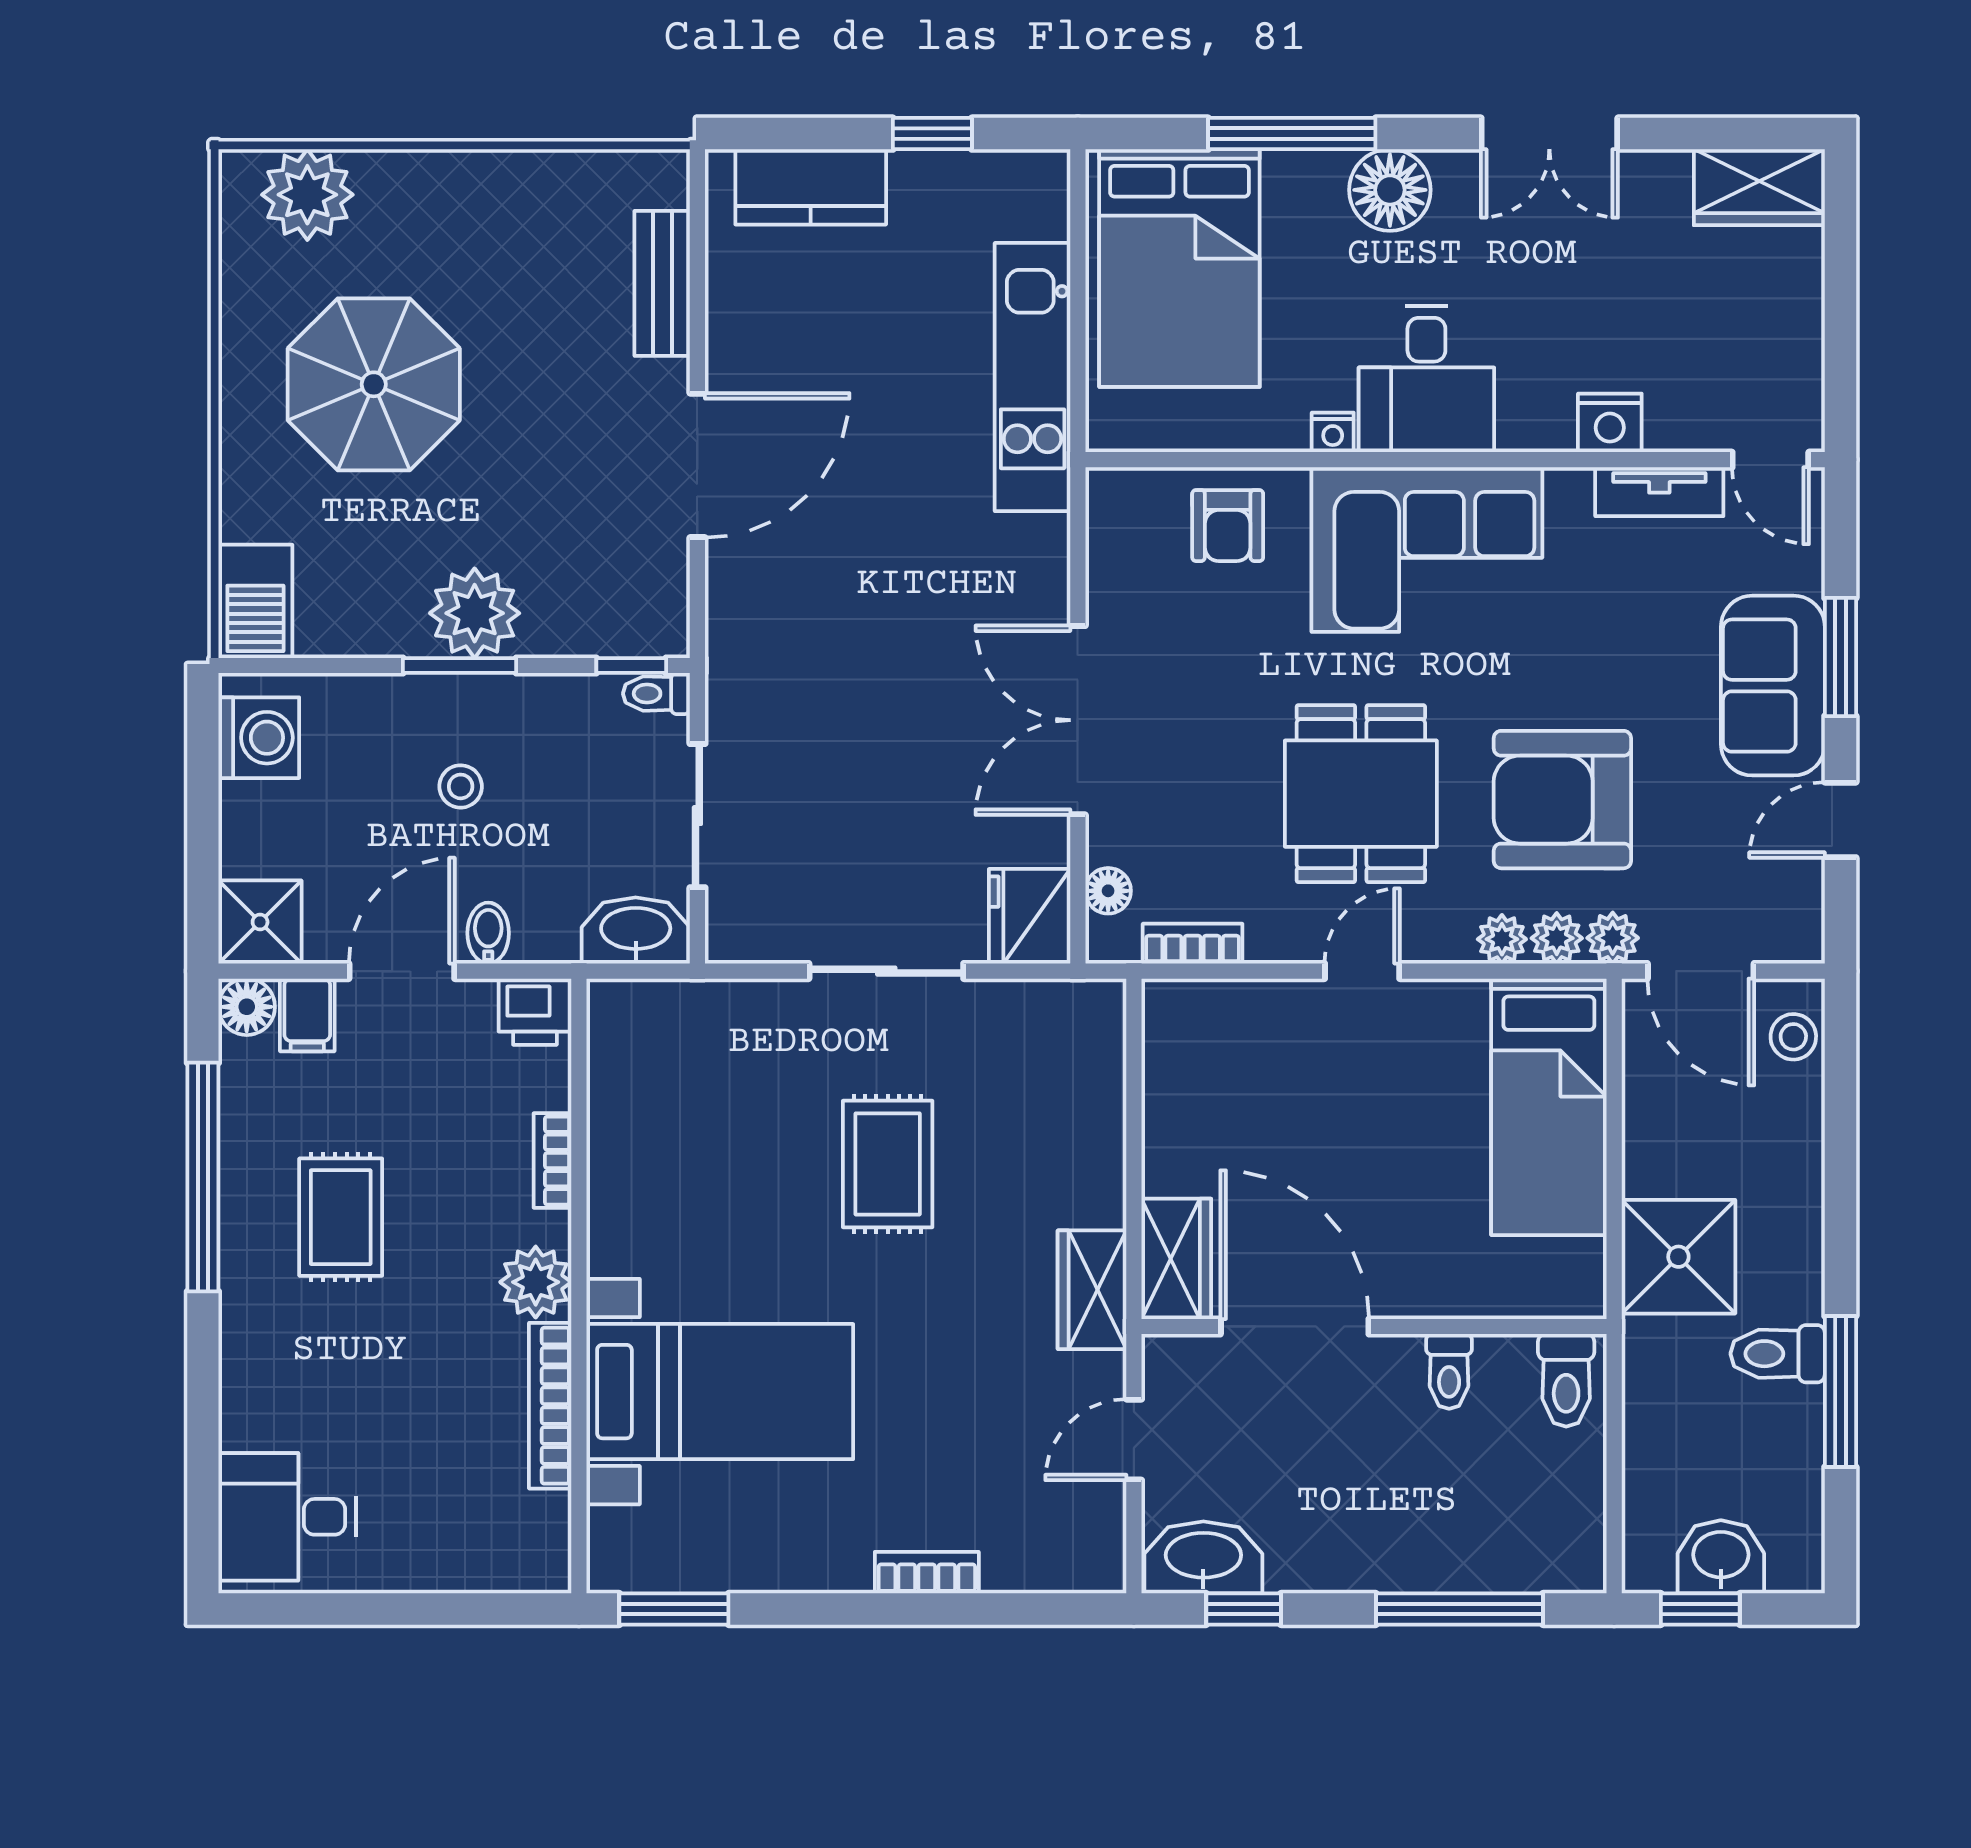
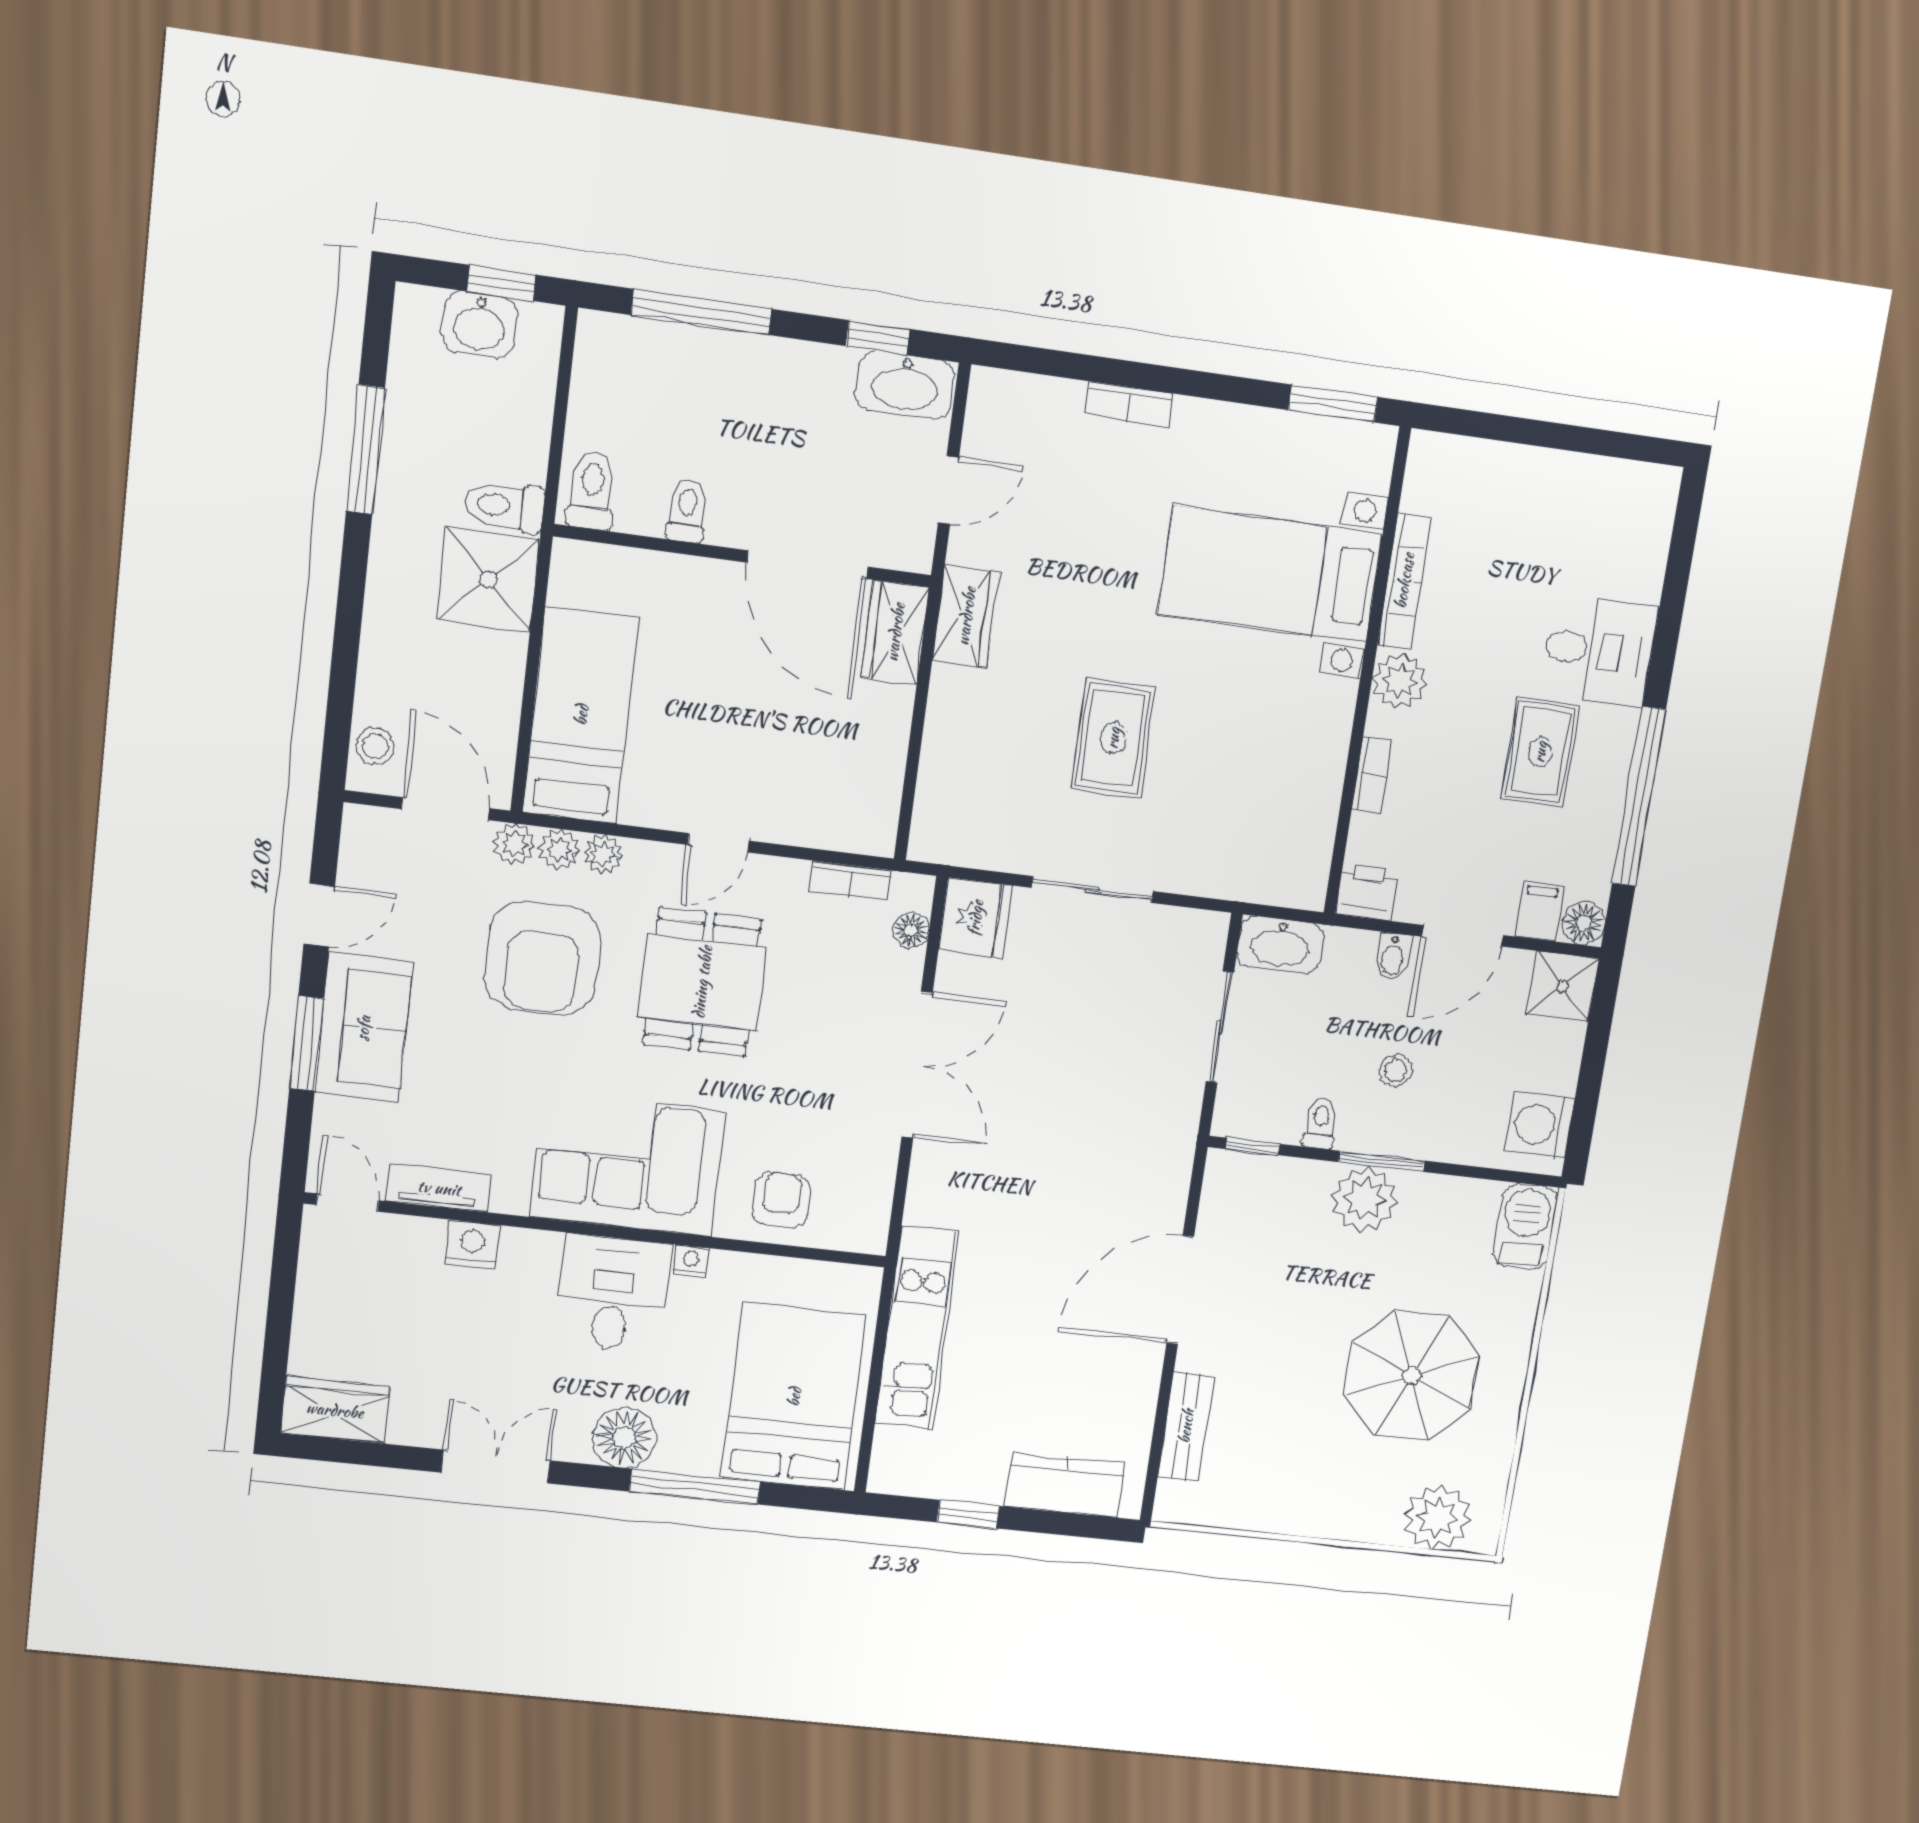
toilet: (656, 694) -> (1321, 1123), moved, turned -90
armchair: (1562, 800) -> (542, 958), turned 90
toilet: (1778, 1354) -> (504, 506), moved, turned 180
desk: (287, 1517) -> (1599, 651), moved

